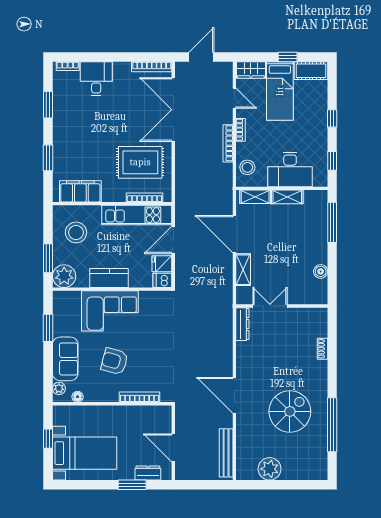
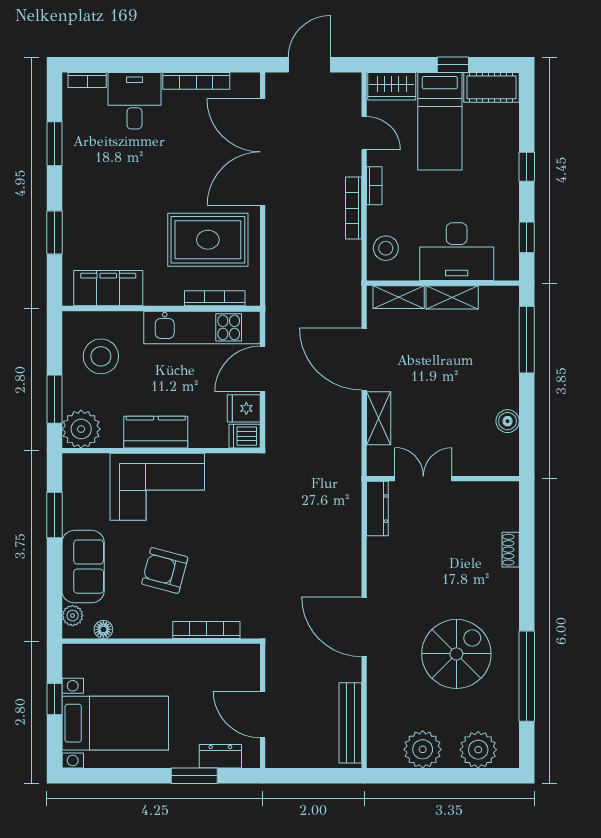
bookcase: (152, 67) -> (196, 81), moved
plant: (303, 469) -> (478, 750), added

